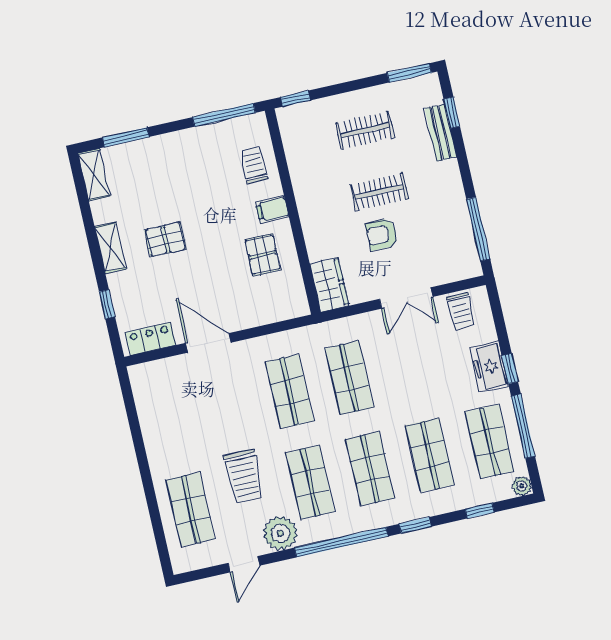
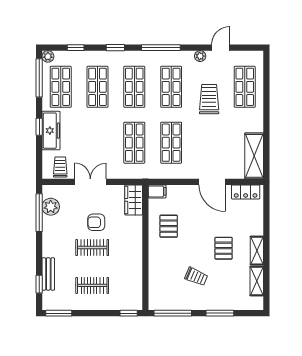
window: (126, 137) -> (220, 313), moved
trolley: (254, 165) -> (196, 276), moved, turned -67
shelving: (94, 175) -> (257, 281), moved
filing cabinet: (272, 209) -> (157, 191), moved
armchair: (382, 234) -> (96, 222), turned 180
pallet: (165, 239) -> (224, 248), turned 90
plant: (462, 243) -> (51, 207), added
window: (107, 304) -> (266, 218), removed
freezer: (489, 367) -> (51, 131), width x1.40
shelving: (150, 401) -> (254, 156), added
window: (523, 426) -> (39, 78), moved
plant: (280, 533) -> (200, 56), width x0.53, depth x0.53
window: (341, 542) -> (161, 48), width x0.68

